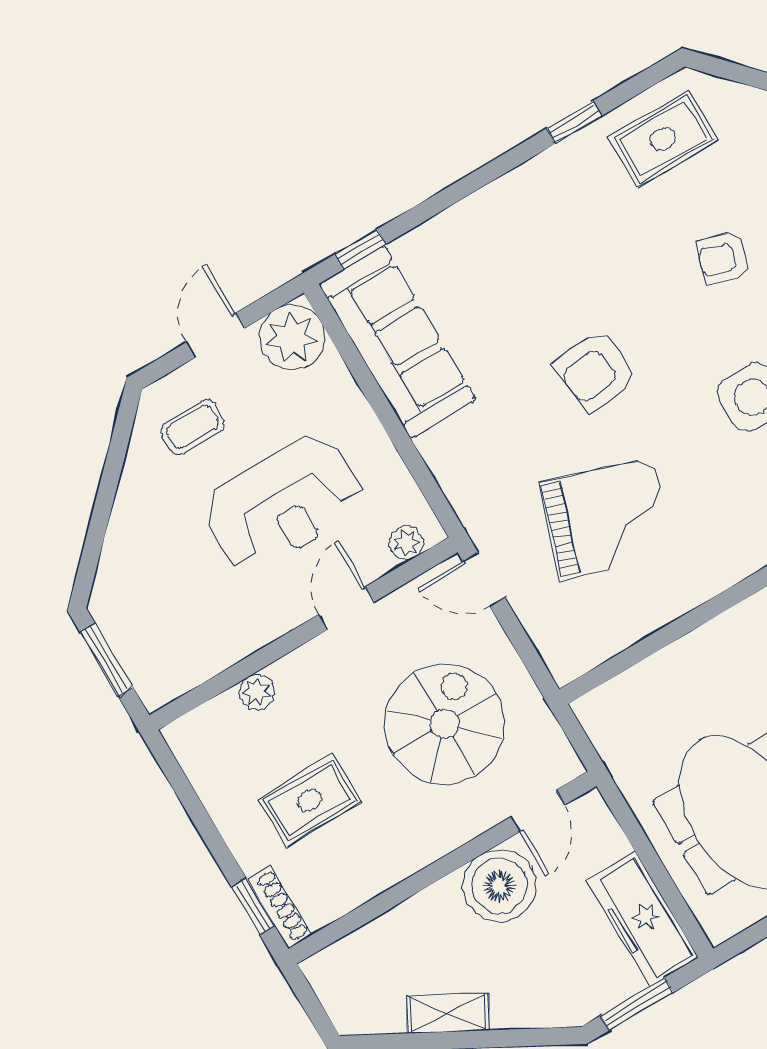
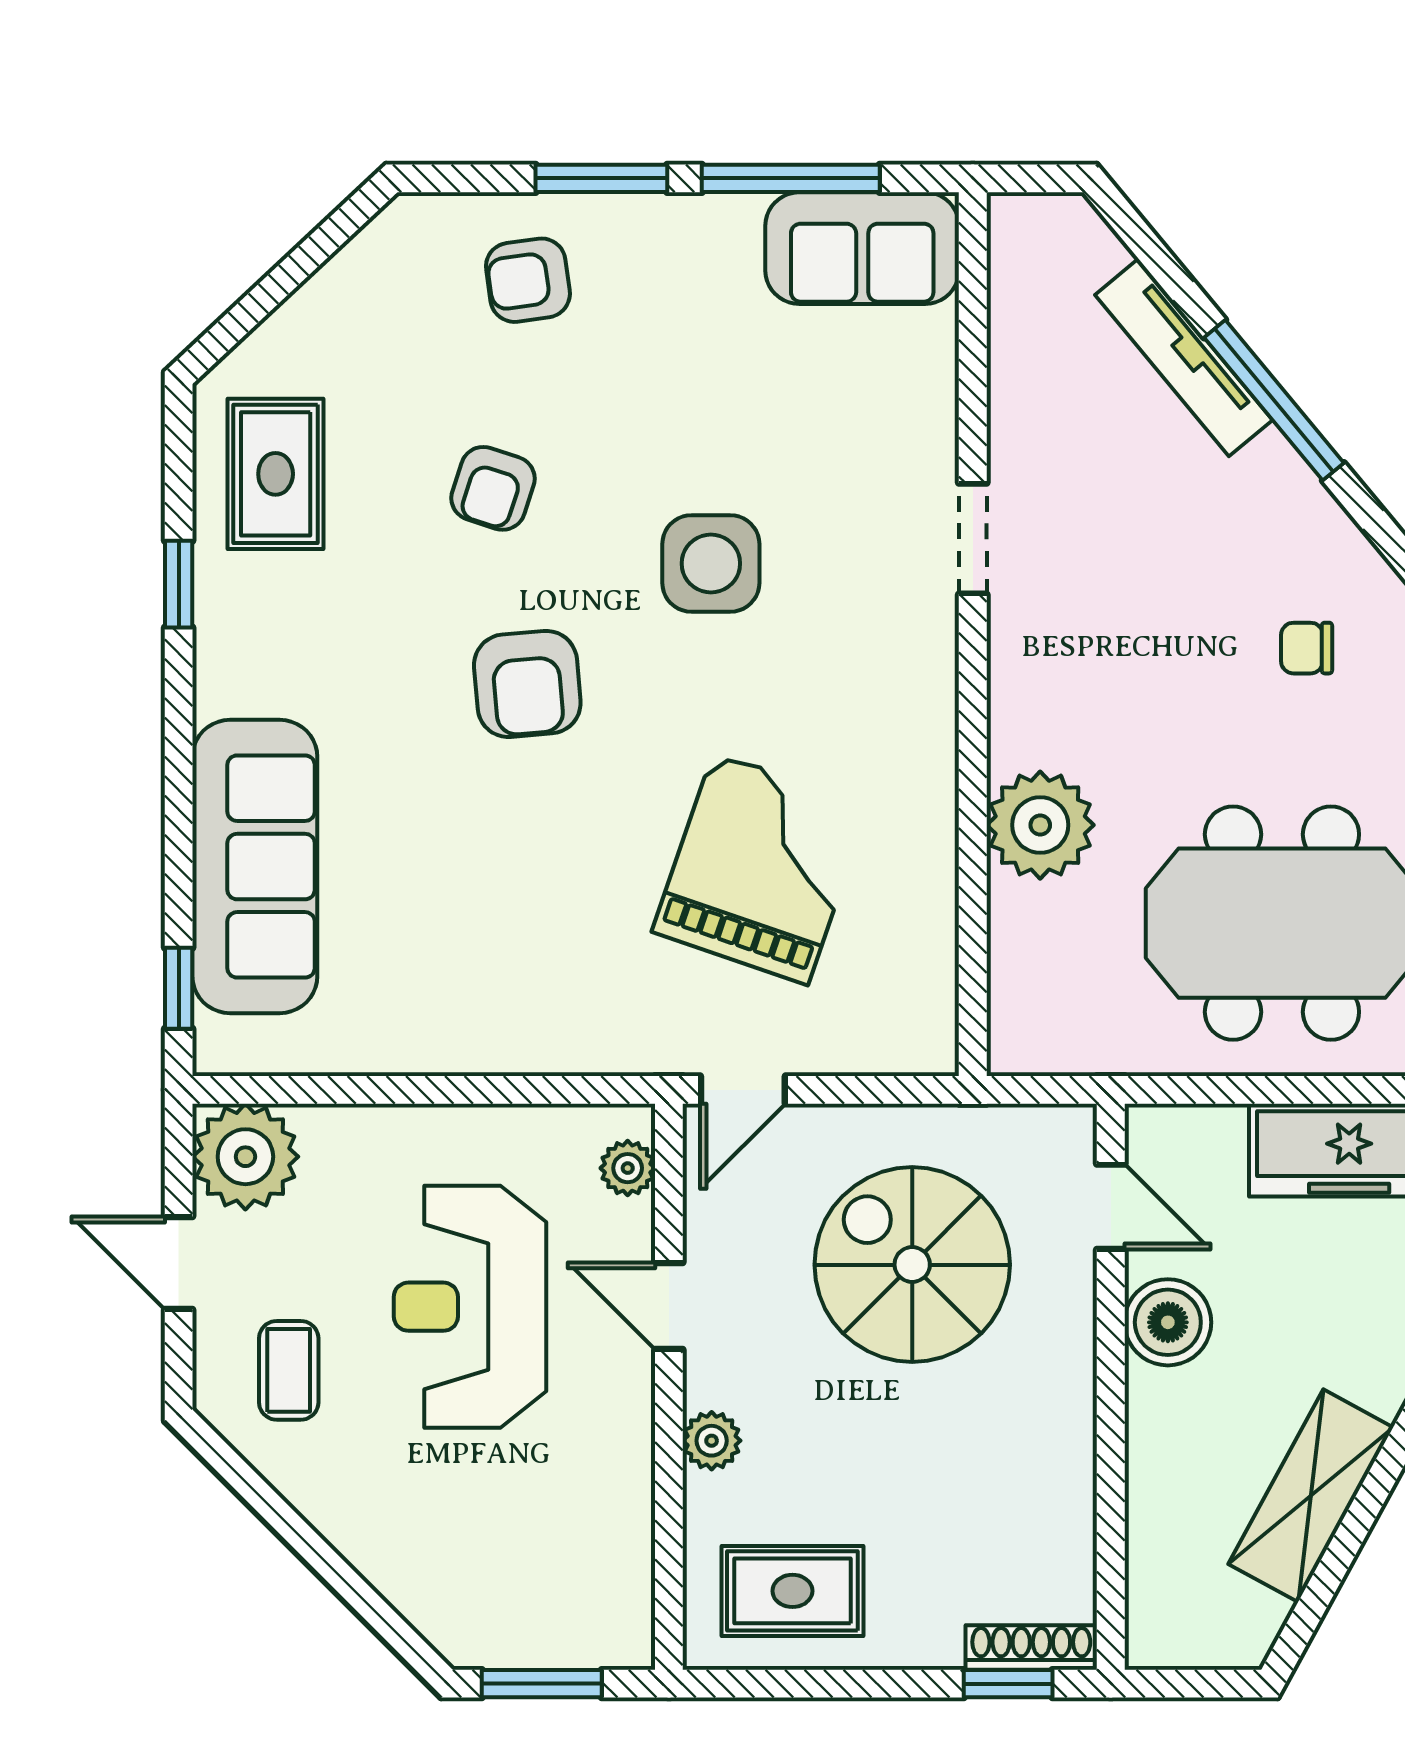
sofa: (397, 342) -> (255, 867), moved, turned 90
armchair: (597, 371) -> (527, 684), moved
reception desk: (283, 503) -> (470, 1307), turned 180
plant: (717, 654) -> (1040, 825), added
plant: (257, 692) -> (712, 1441), moved
rug: (310, 800) -> (792, 1591), moved, turned 90
boiler: (499, 886) -> (1168, 1322), width x0.73, depth x0.73
shelving: (448, 1014) -> (1311, 1496), width x1.50, depth x1.33

